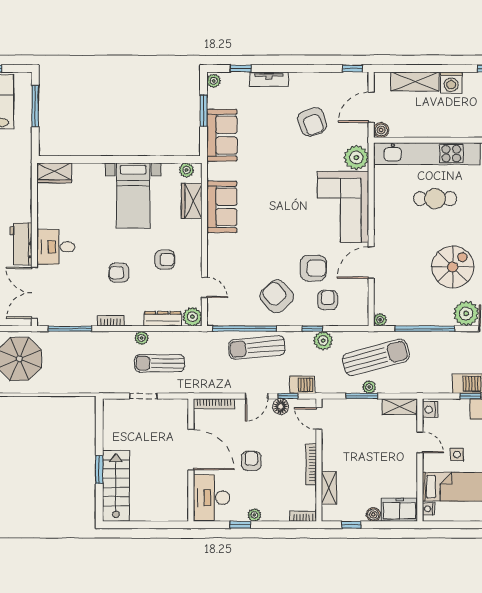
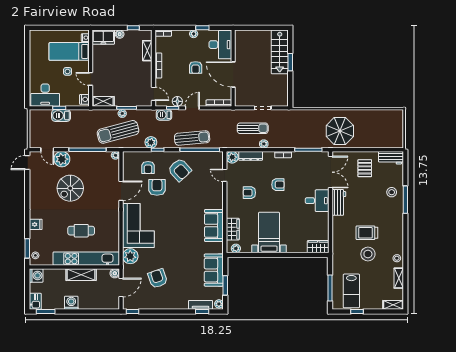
tv unit: (269, 79) -> (201, 305), moved
shelving: (415, 82) -> (81, 275), moved
armchair: (313, 268) -> (157, 187), turned 90

